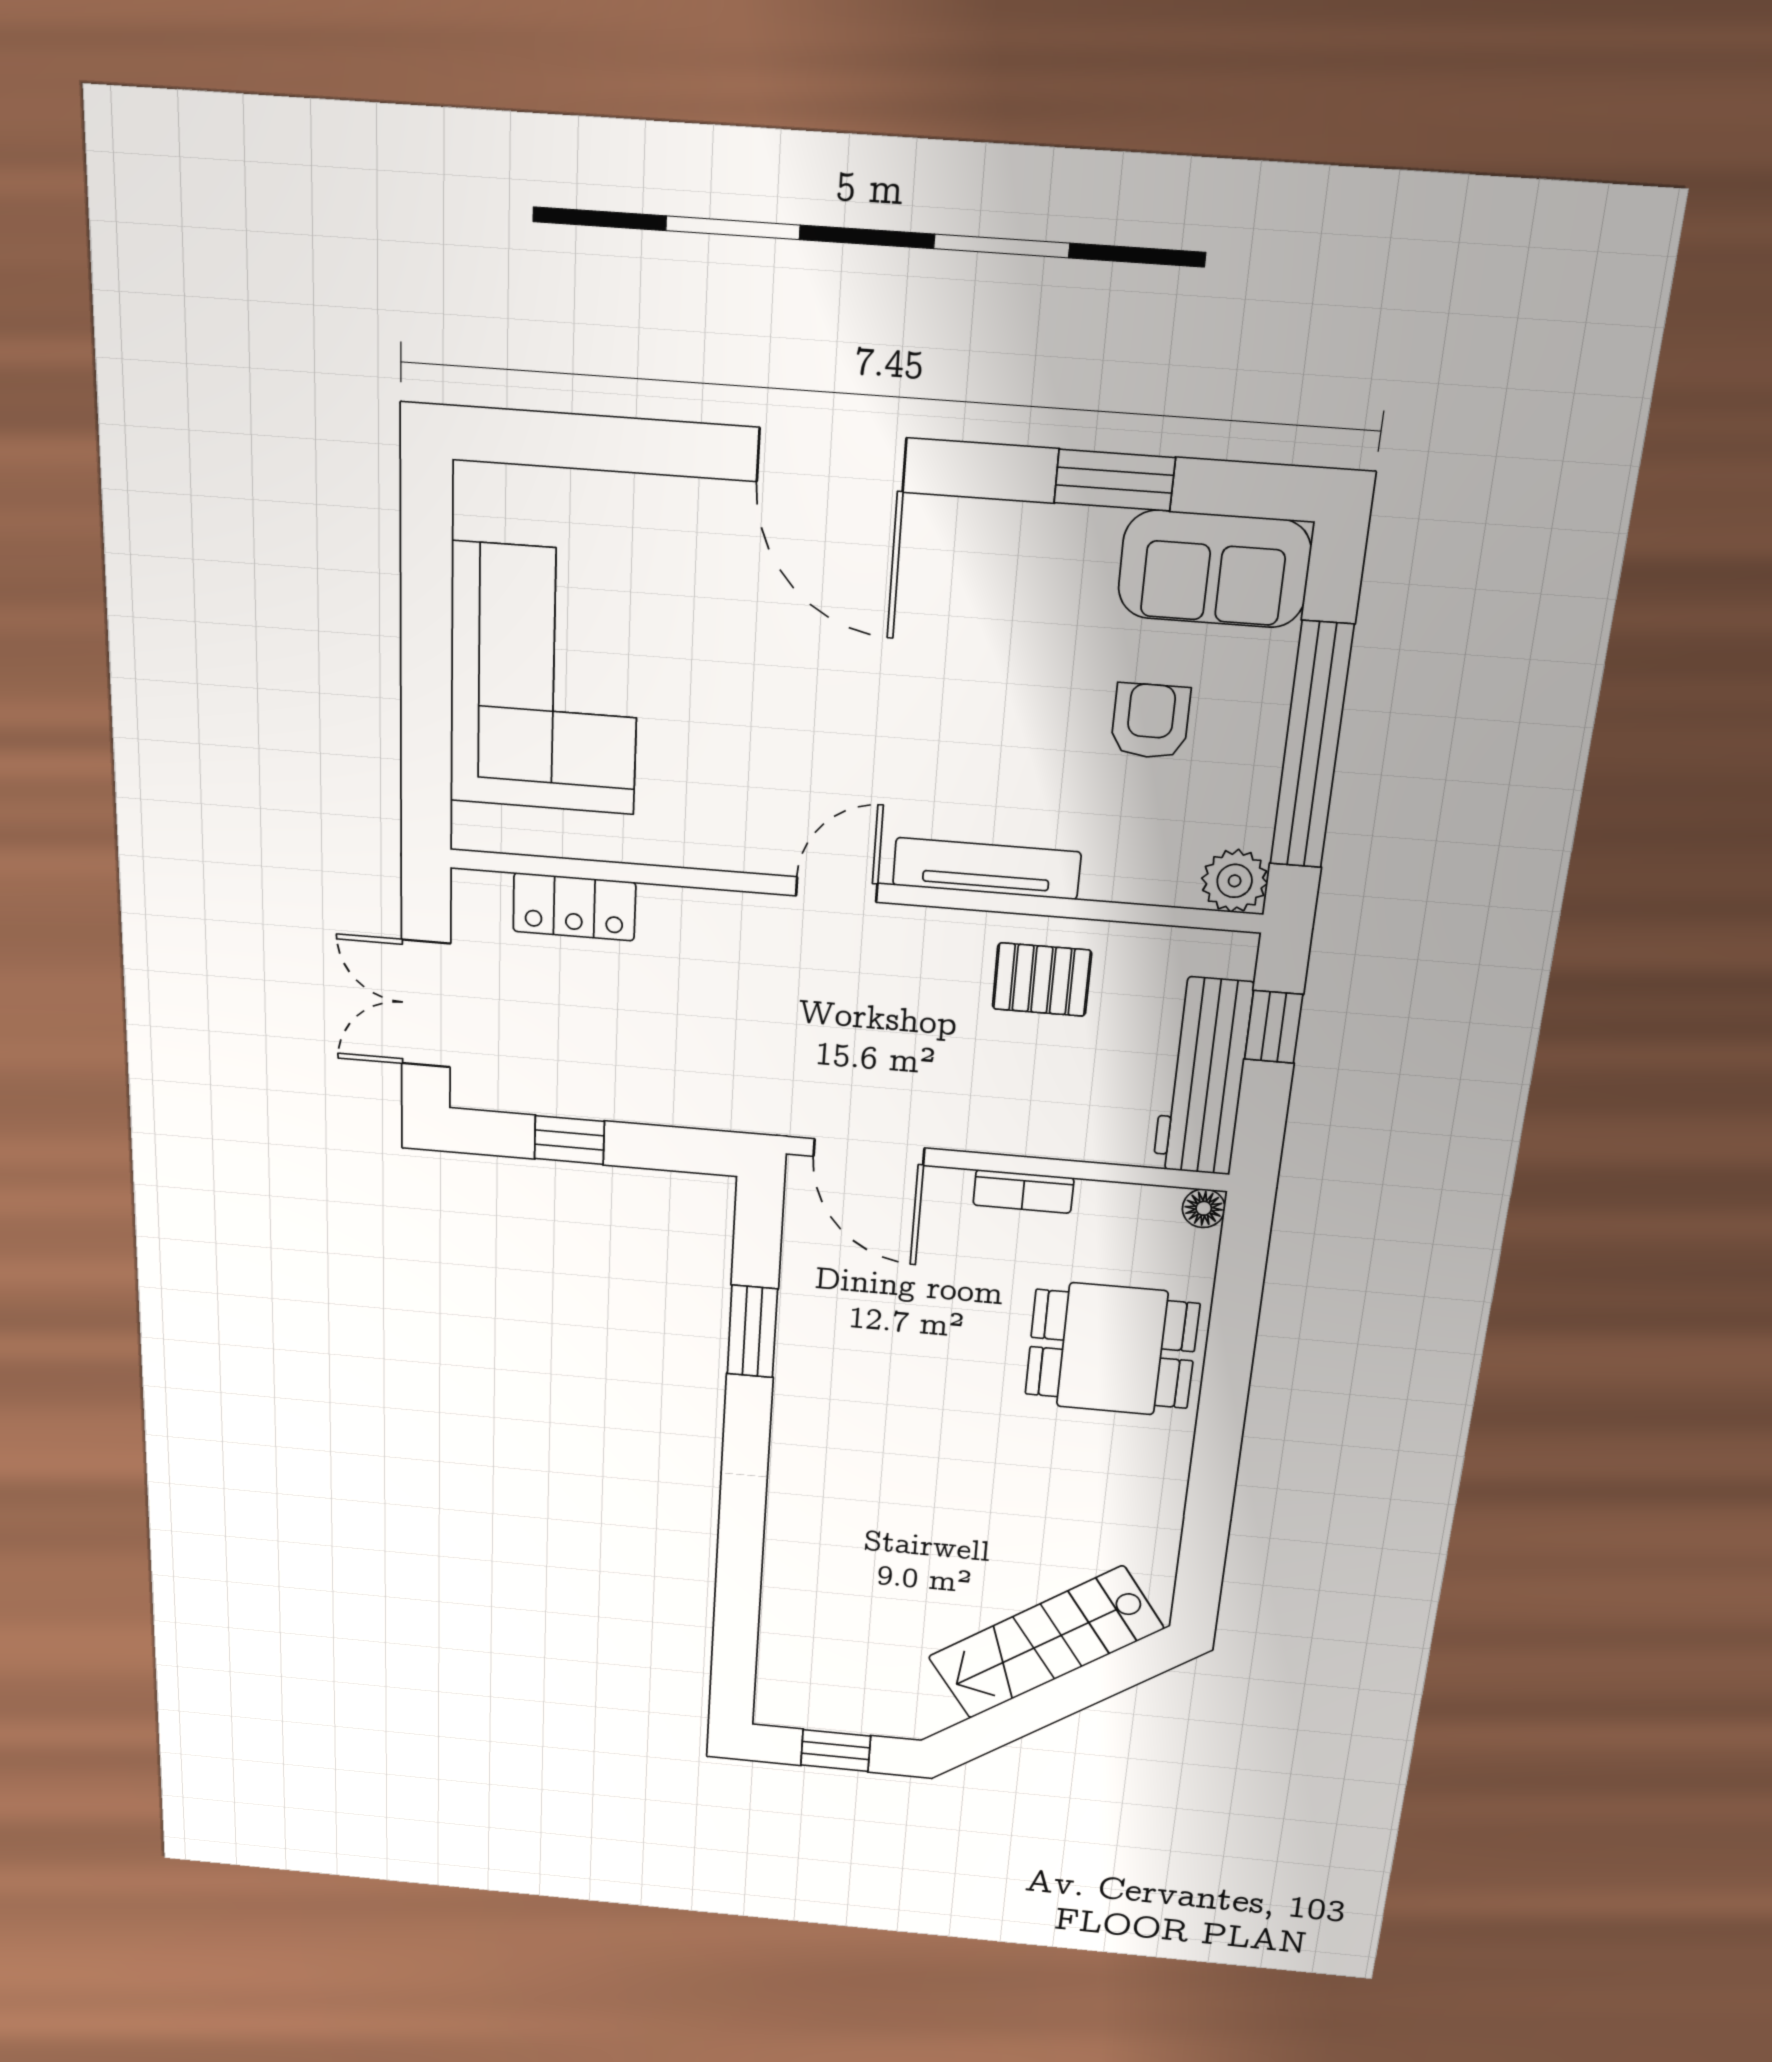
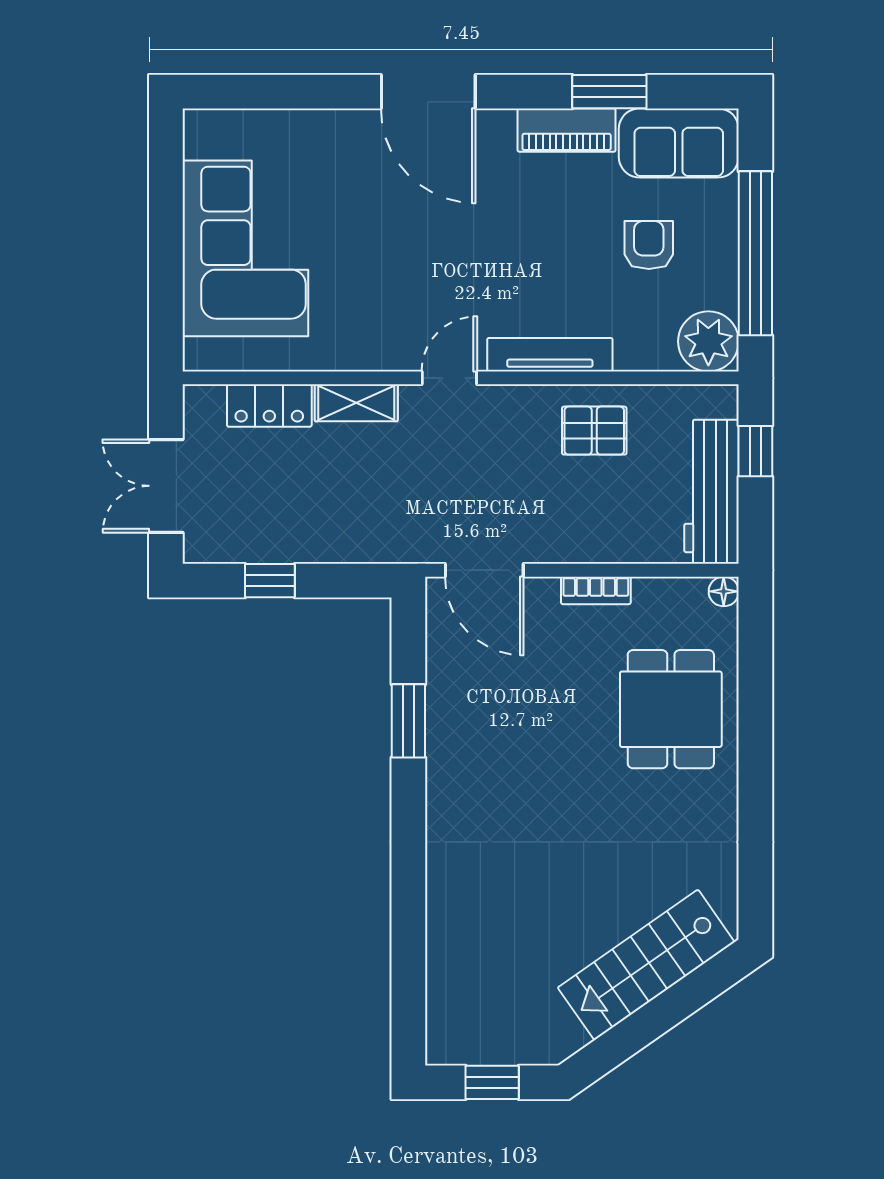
piano: (1042, 536) -> (567, 130), added
plant: (1235, 881) -> (708, 341), width x1.36, depth x1.36
shelving: (700, 913) -> (356, 403), added
dining table: (1112, 1349) -> (671, 709), turned 90

